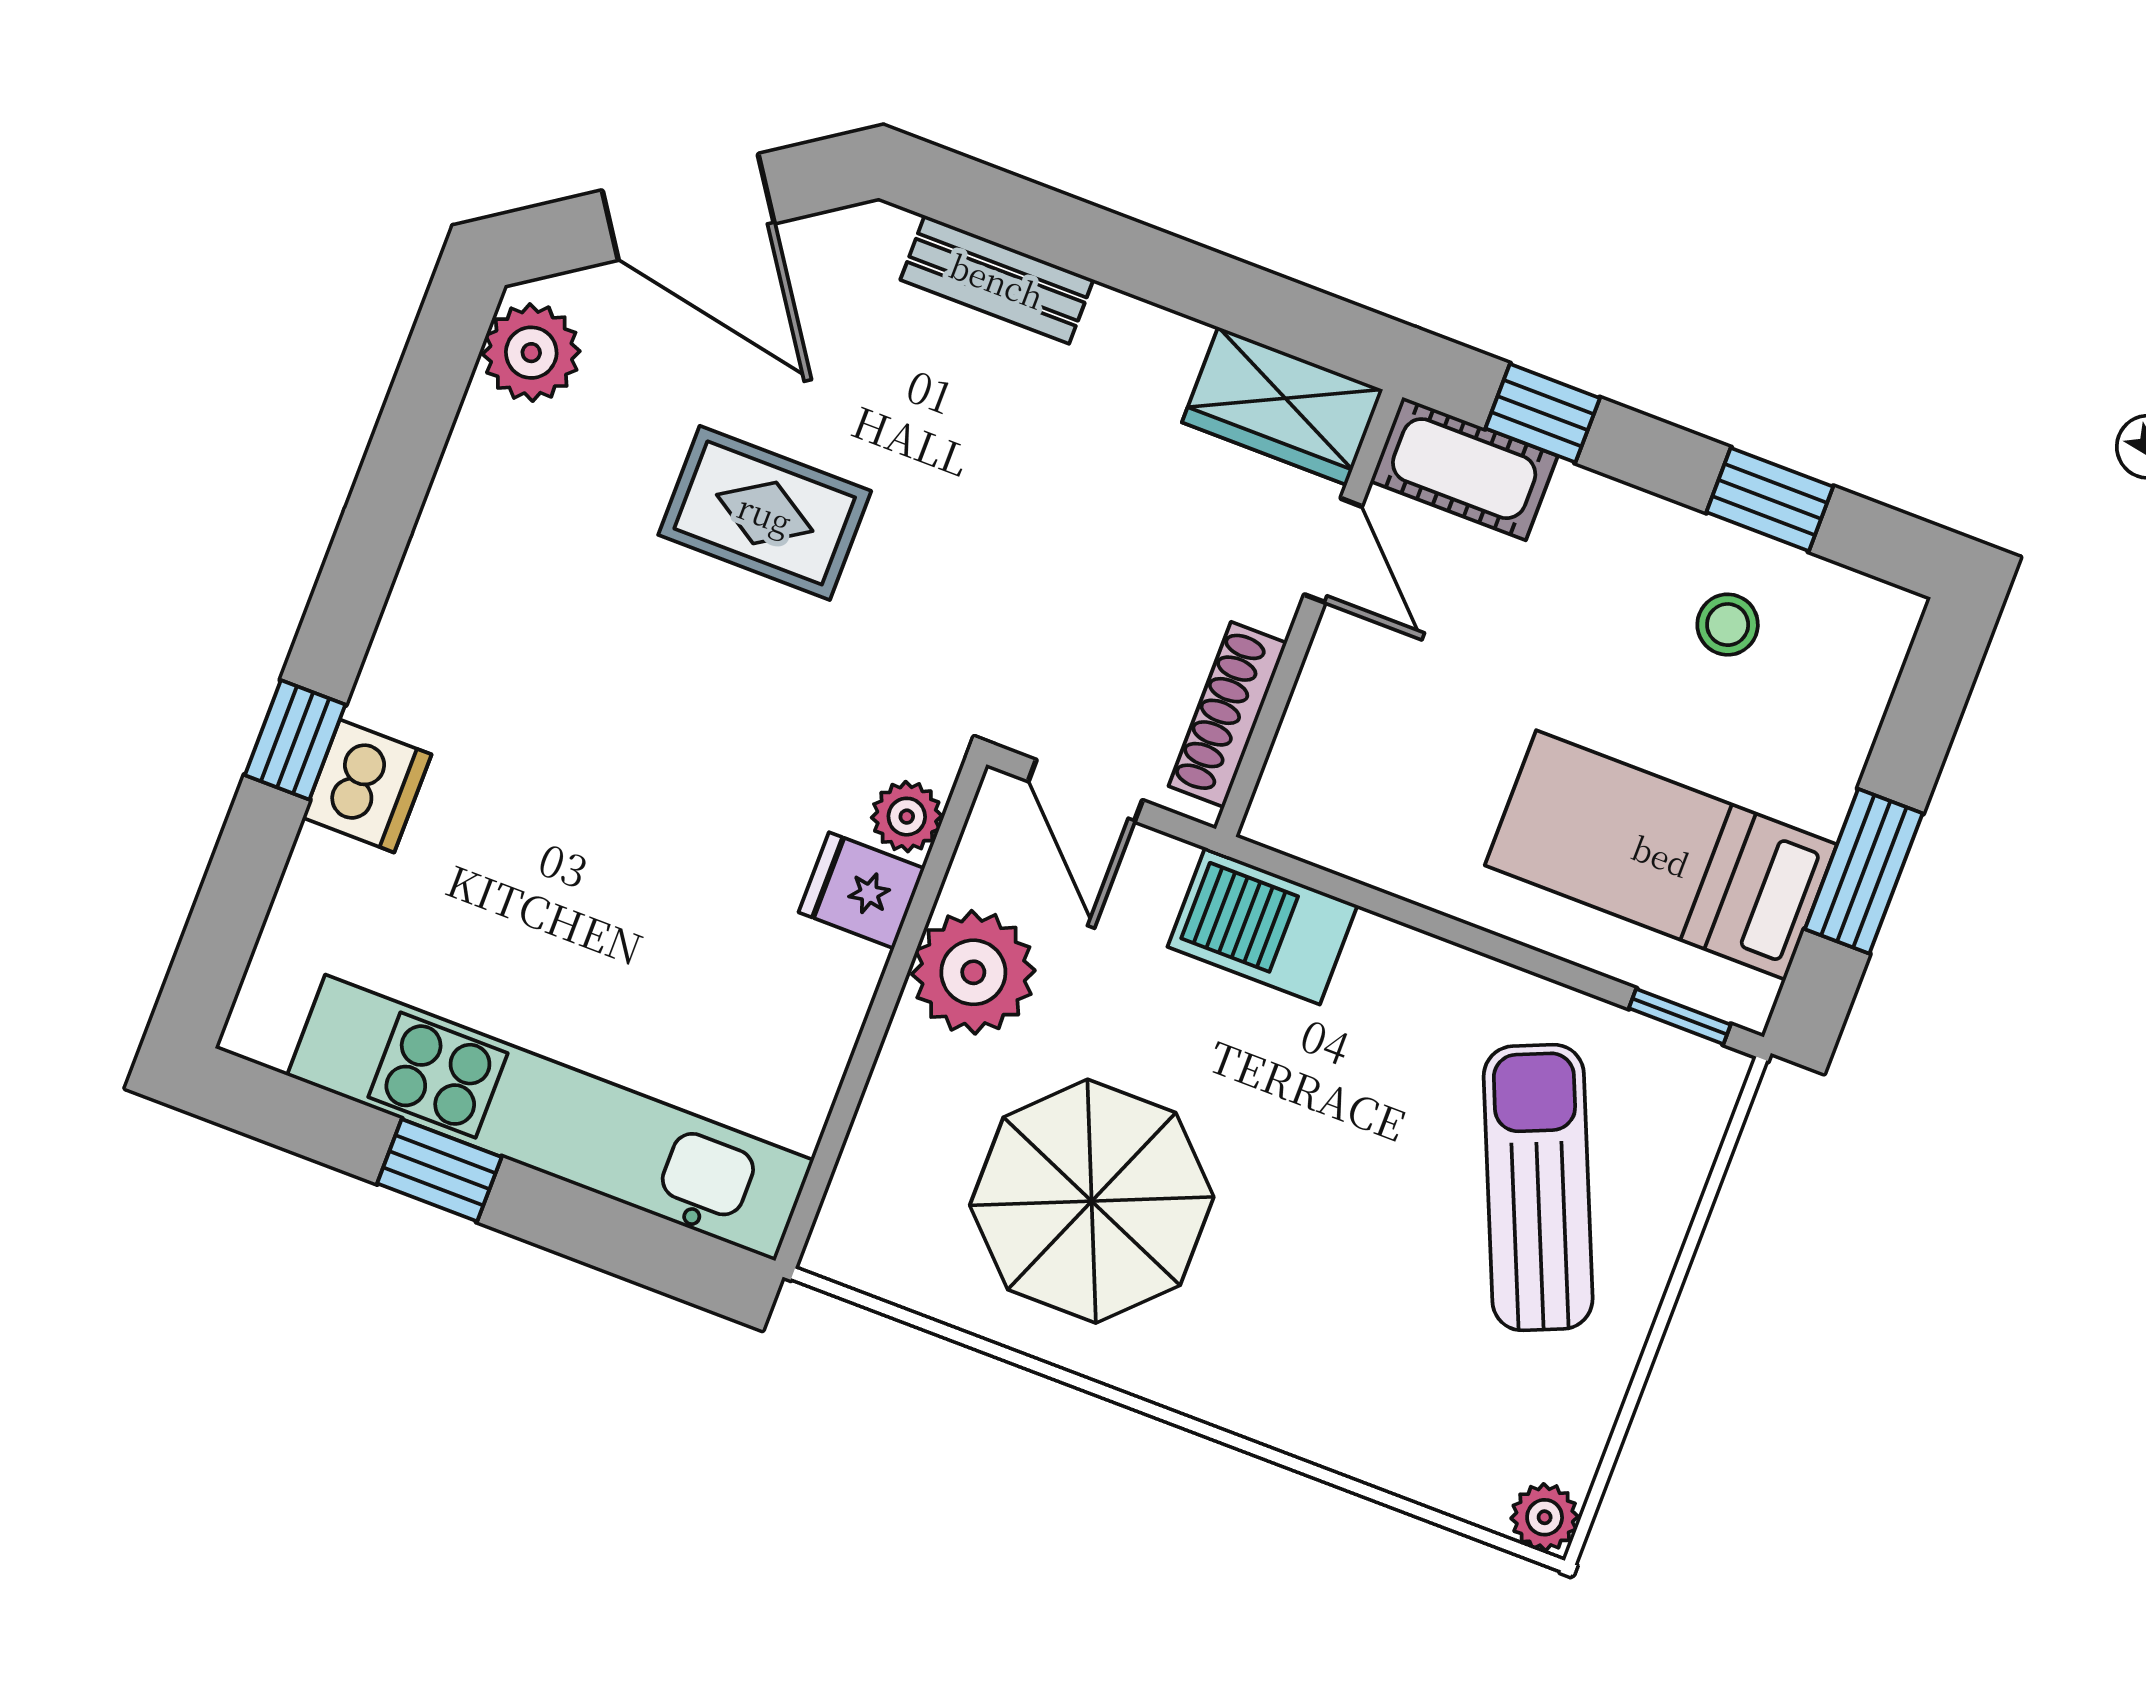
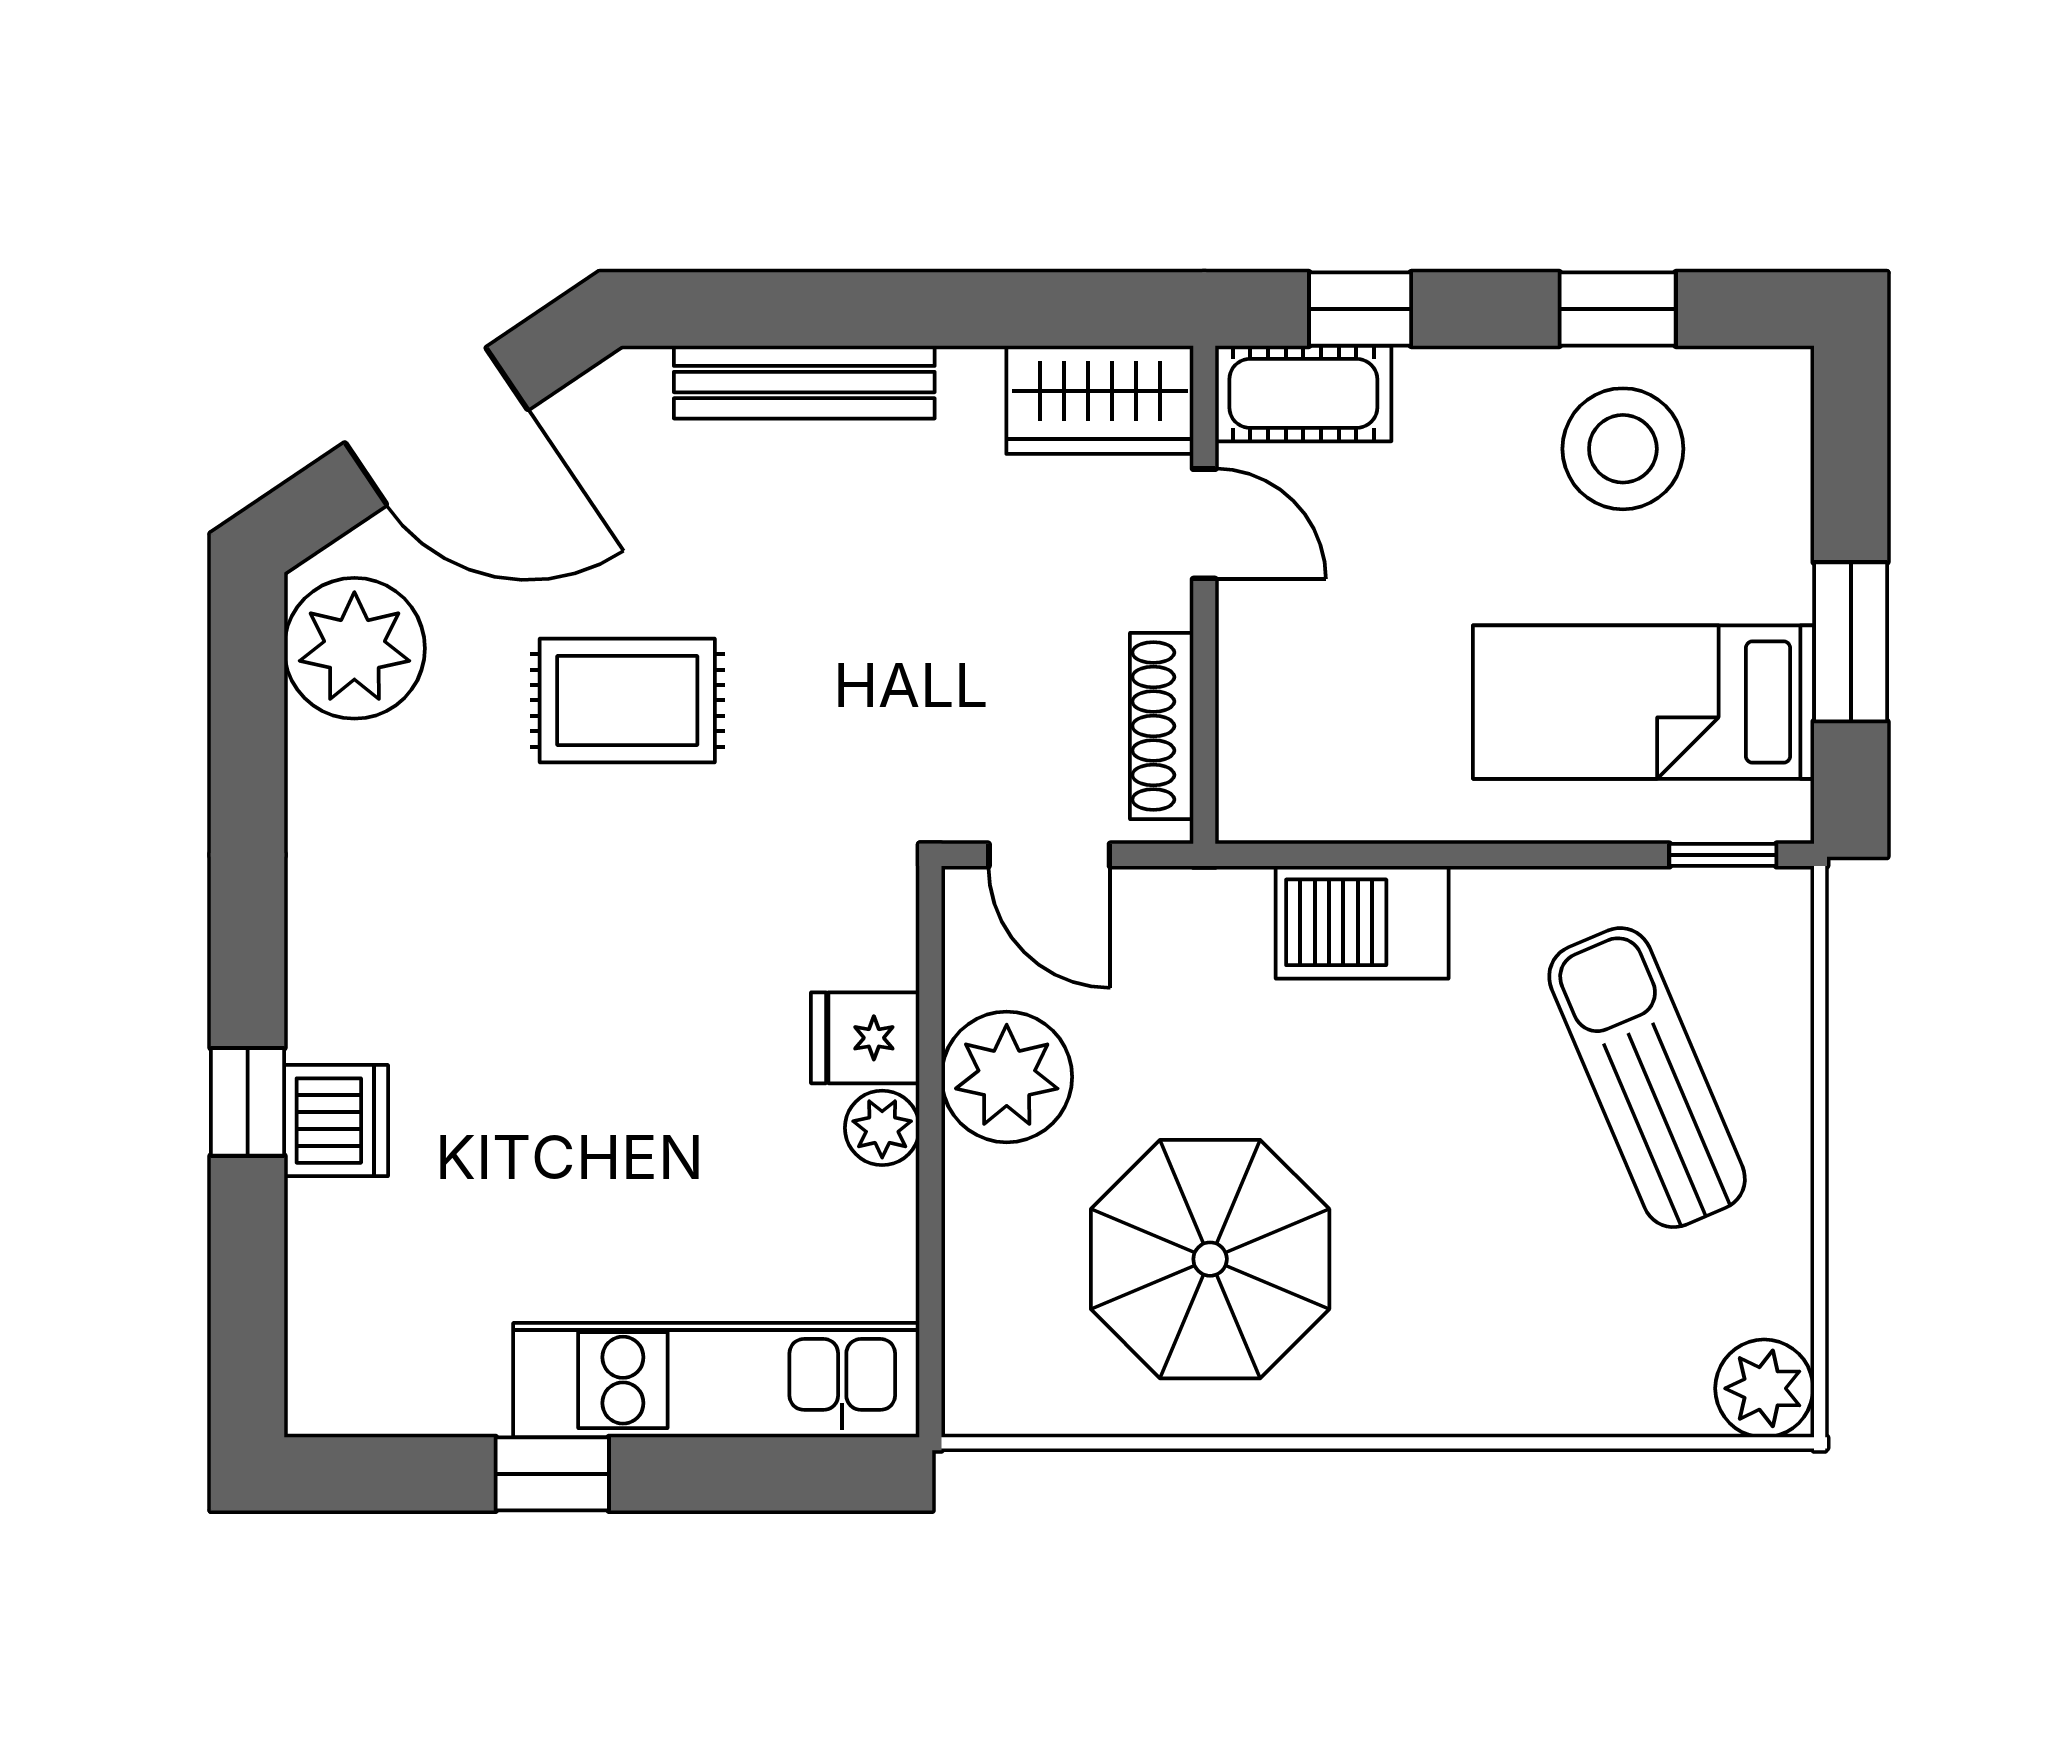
bench: (997, 280) -> (804, 382), width x1.36
plant: (531, 353) -> (354, 648), width x1.36, depth x1.36
stool: (1728, 625) -> (1623, 449), width x1.89, depth x1.89
plant: (907, 817) -> (882, 1128), moved
barbecue: (1263, 926) -> (1362, 922), moved
kitchen unit: (550, 1118) -> (716, 1380), width x0.73
plant: (1545, 1517) -> (1764, 1388), width x1.38, depth x1.38

